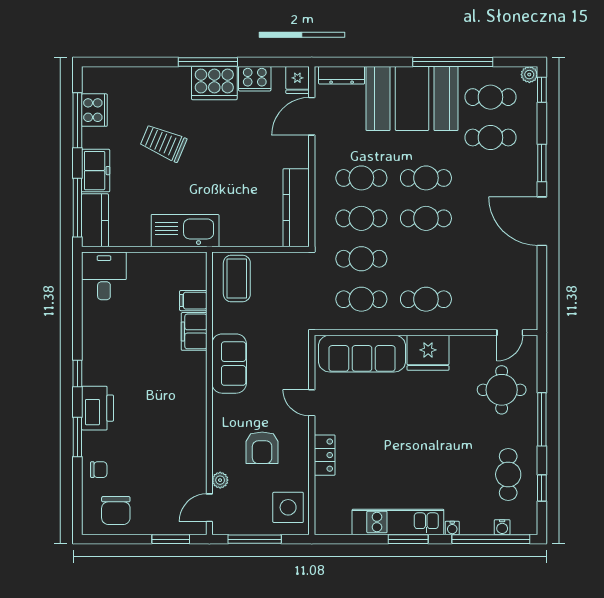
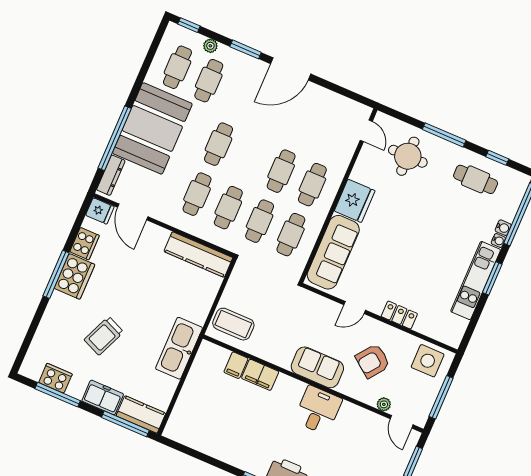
window: (453, 62) -> (115, 138), moved
plant: (529, 75) -> (210, 46), moved
cafe table: (426, 218) -> (281, 171), moved
desk: (104, 276) -> (318, 410), moved, turned 90
sofa: (229, 364) -> (317, 367), moved
armchair: (262, 448) -> (373, 361), turned 127
water cooler: (502, 527) -> (503, 228), moved

